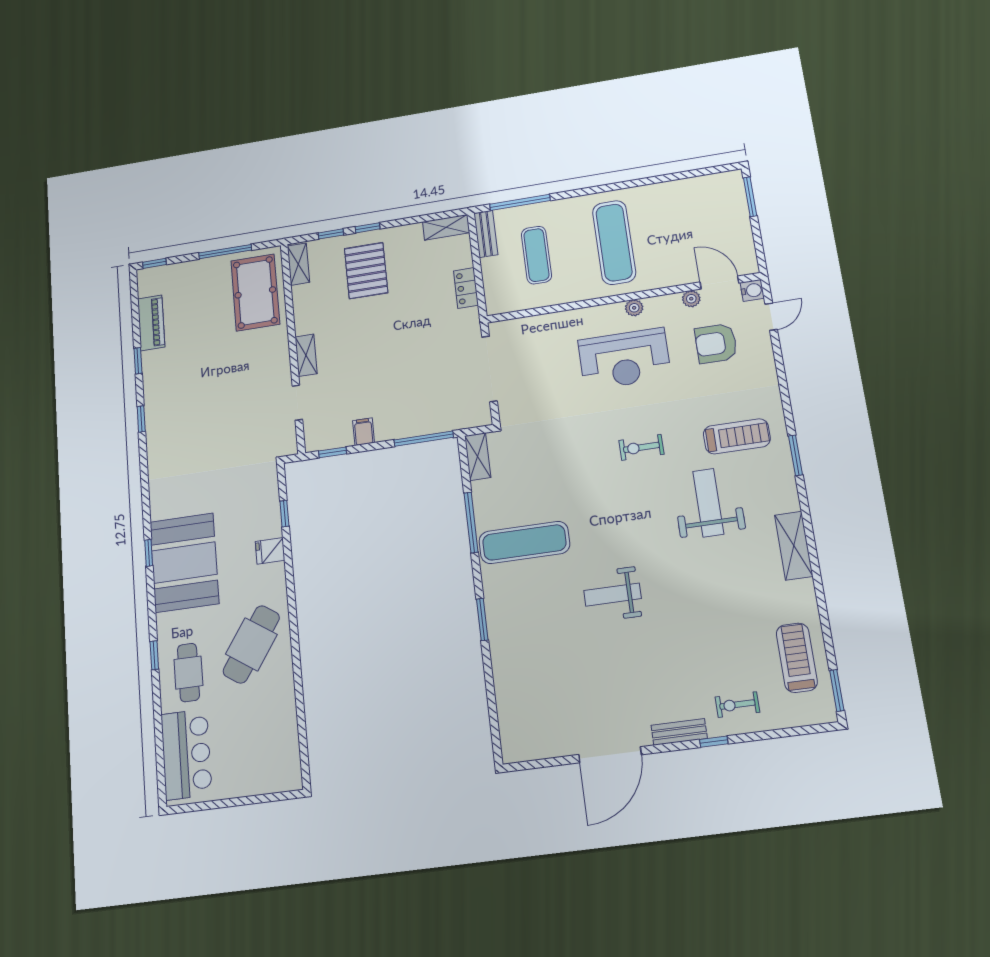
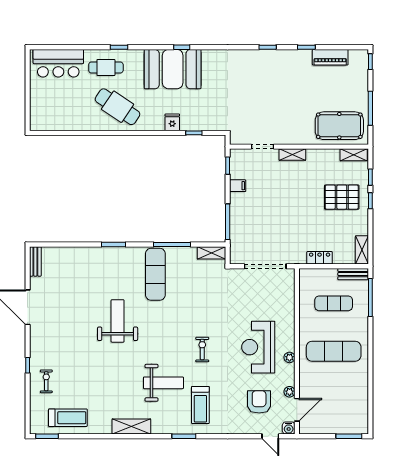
weight bench: (613, 595) -> (118, 321), width x1.36, depth x1.33
bench: (679, 732) -> (35, 261), moved

